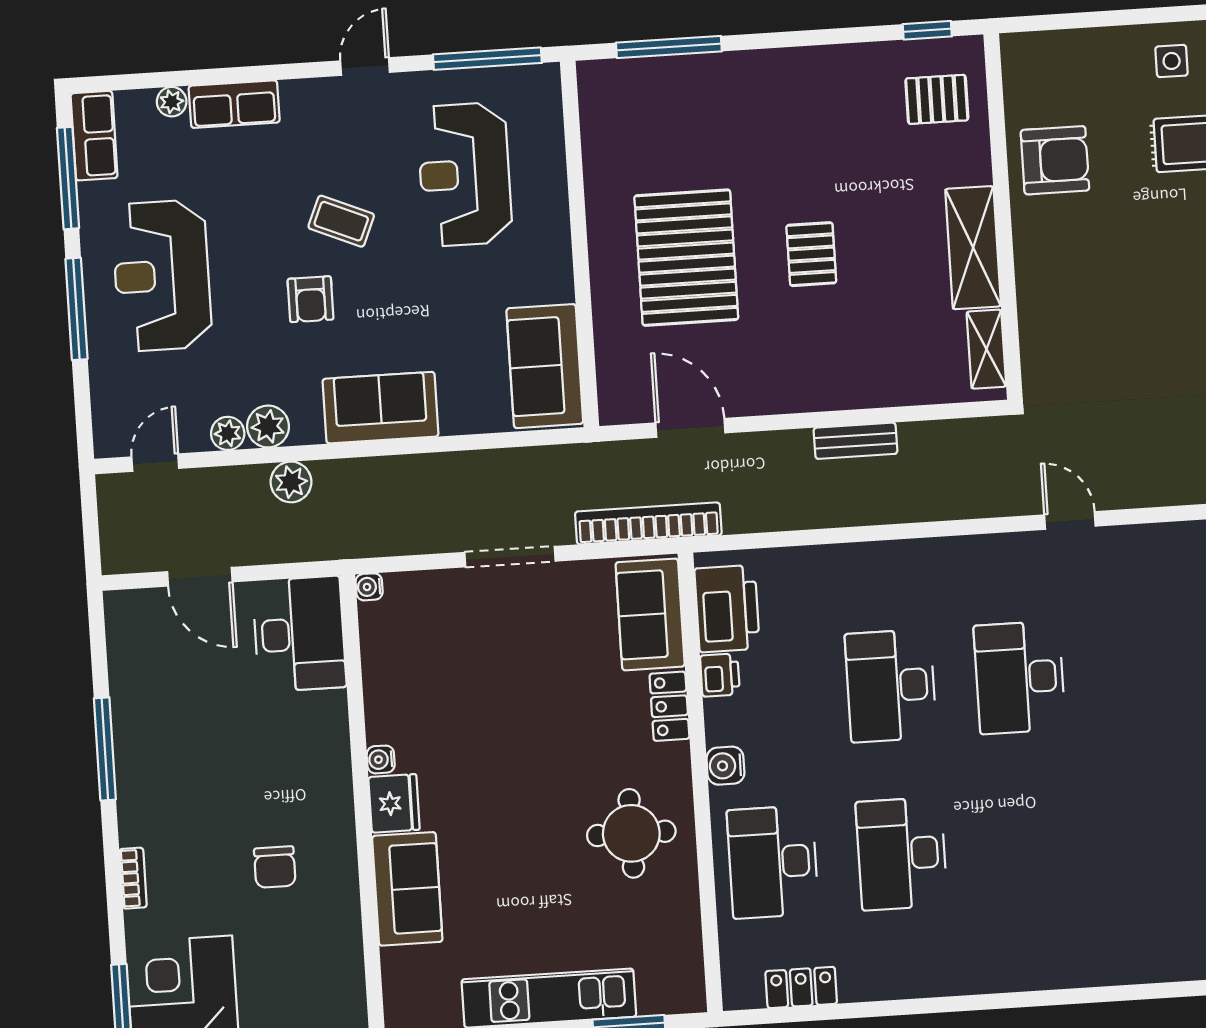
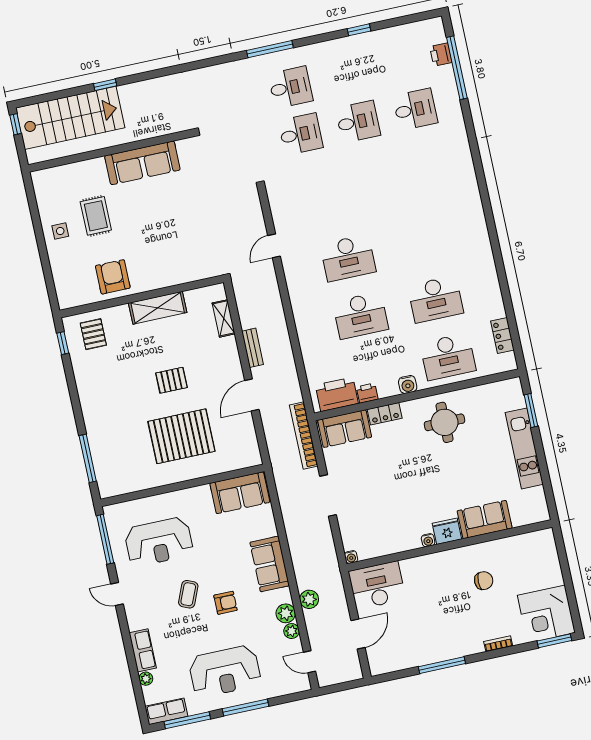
shelving: (986, 349) -> (224, 318), moved, turned 90
door: (690, 428) -> (252, 395), moved

